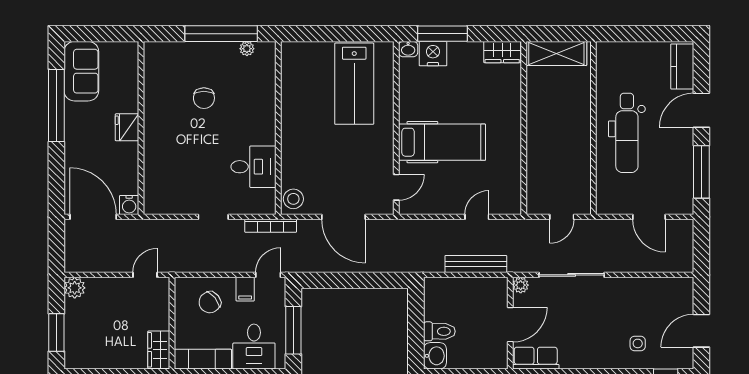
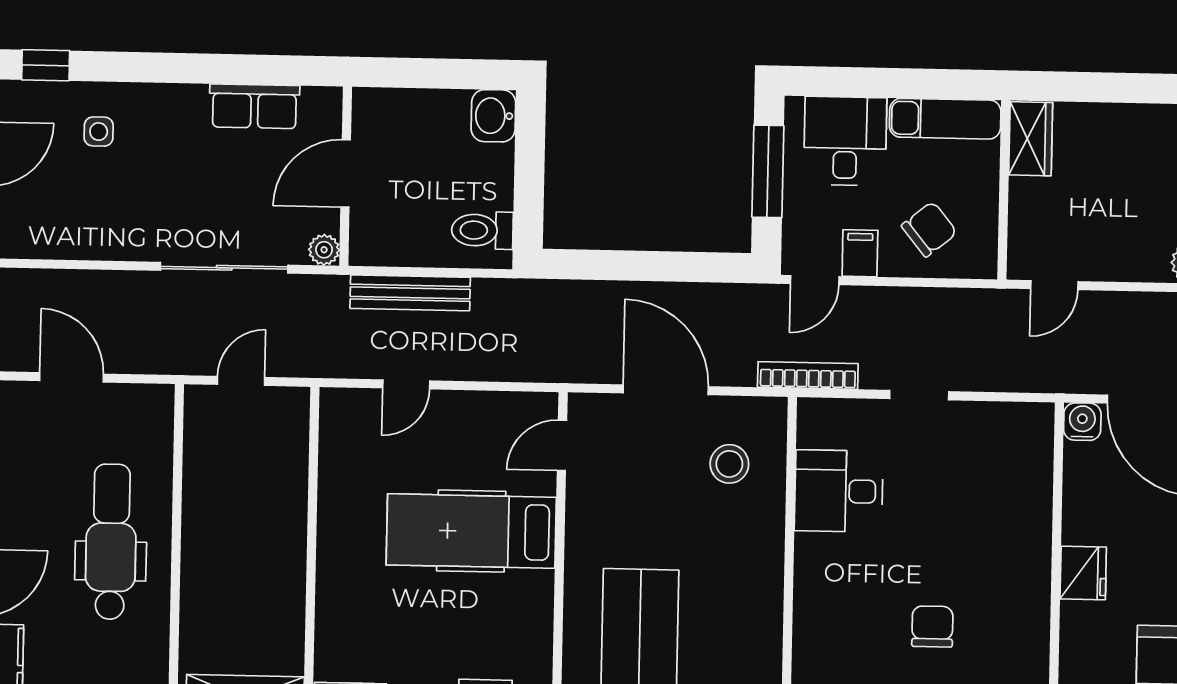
stool: (293, 199) -> (729, 464), moved
toilet: (439, 331) -> (482, 230), moved
row of seats: (536, 358) -> (254, 106), moved

